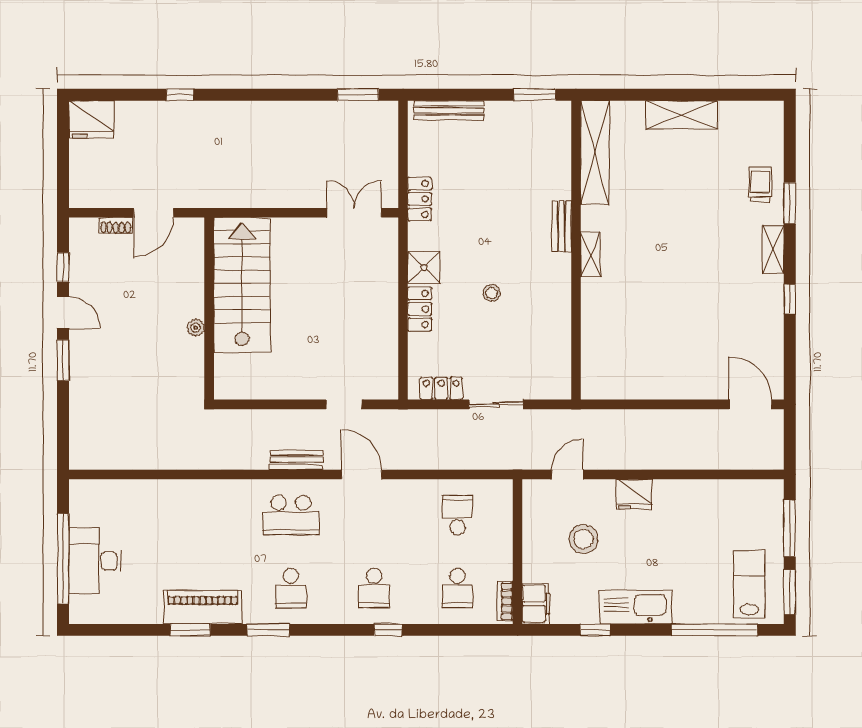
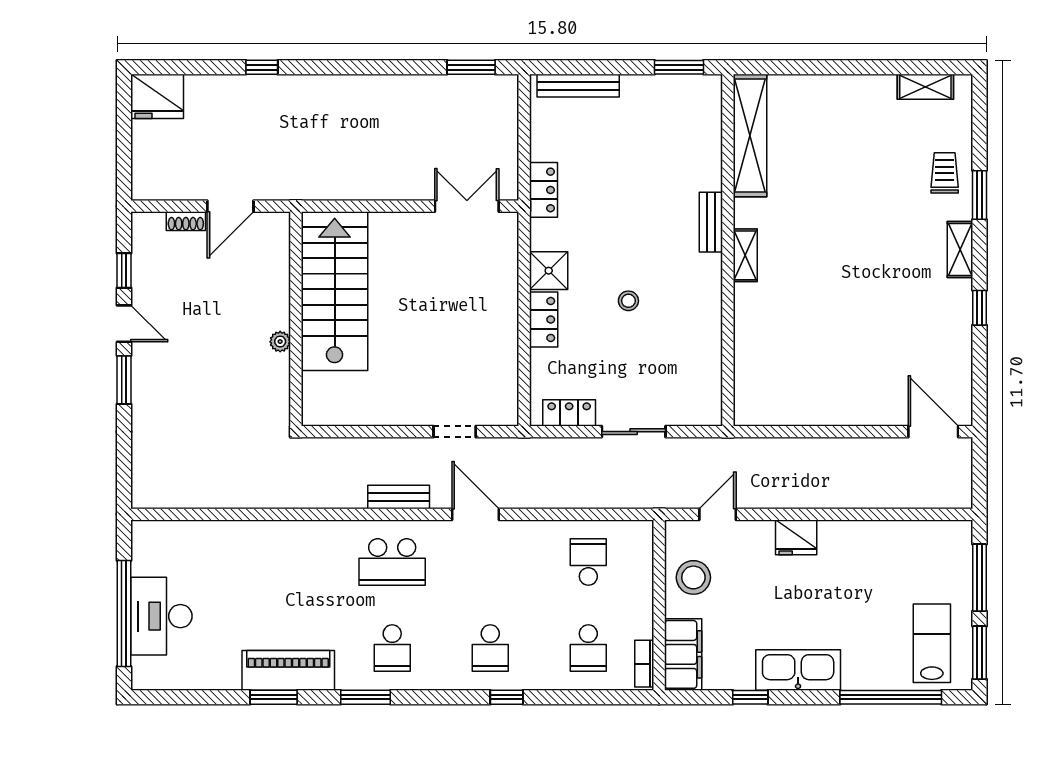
shelving: (682, 115) -> (925, 87), moved, width x0.67, depth x0.75
stool: (583, 539) -> (693, 577), moved
filing cabinet: (536, 604) -> (683, 654), width x1.50, depth x1.17

